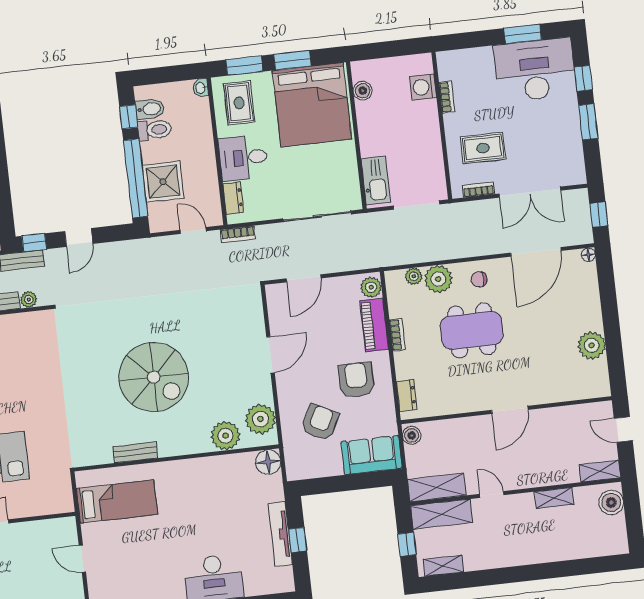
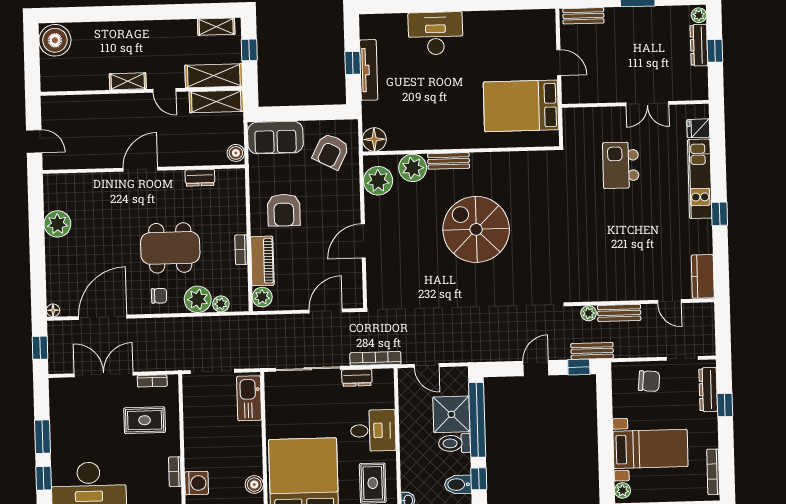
toilet: (155, 130) -> (454, 443), moved
dresser: (233, 198) -> (357, 378), moved, turned -90
bookcase: (238, 234) -> (375, 359), width x1.56
dresser: (407, 395) -> (200, 178), moved, turned -90
armchair: (320, 422) -> (331, 151), moved
bench: (135, 452) -> (449, 161), moved
shelving: (600, 471) -> (60, 104), removed
shelving: (554, 498) -> (128, 81), moved
bed: (117, 501) -> (521, 106), width x1.50
boiler: (611, 502) -> (55, 40), moved, width x1.37, depth x1.37

